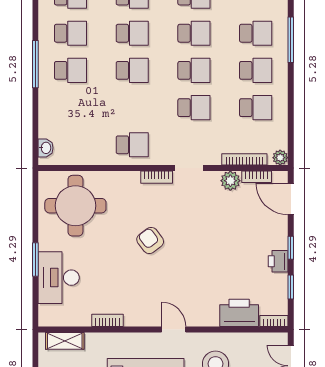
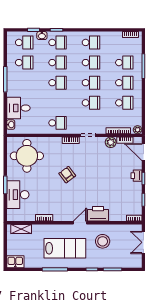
school desk: (71, 70) -> (24, 83), removed
desk: (60, 117) -> (18, 108), added
printer: (278, 261) -> (136, 176), moved
printer: (239, 313) -> (98, 214), moved
door: (174, 330) -> (80, 223), hinge flipped

